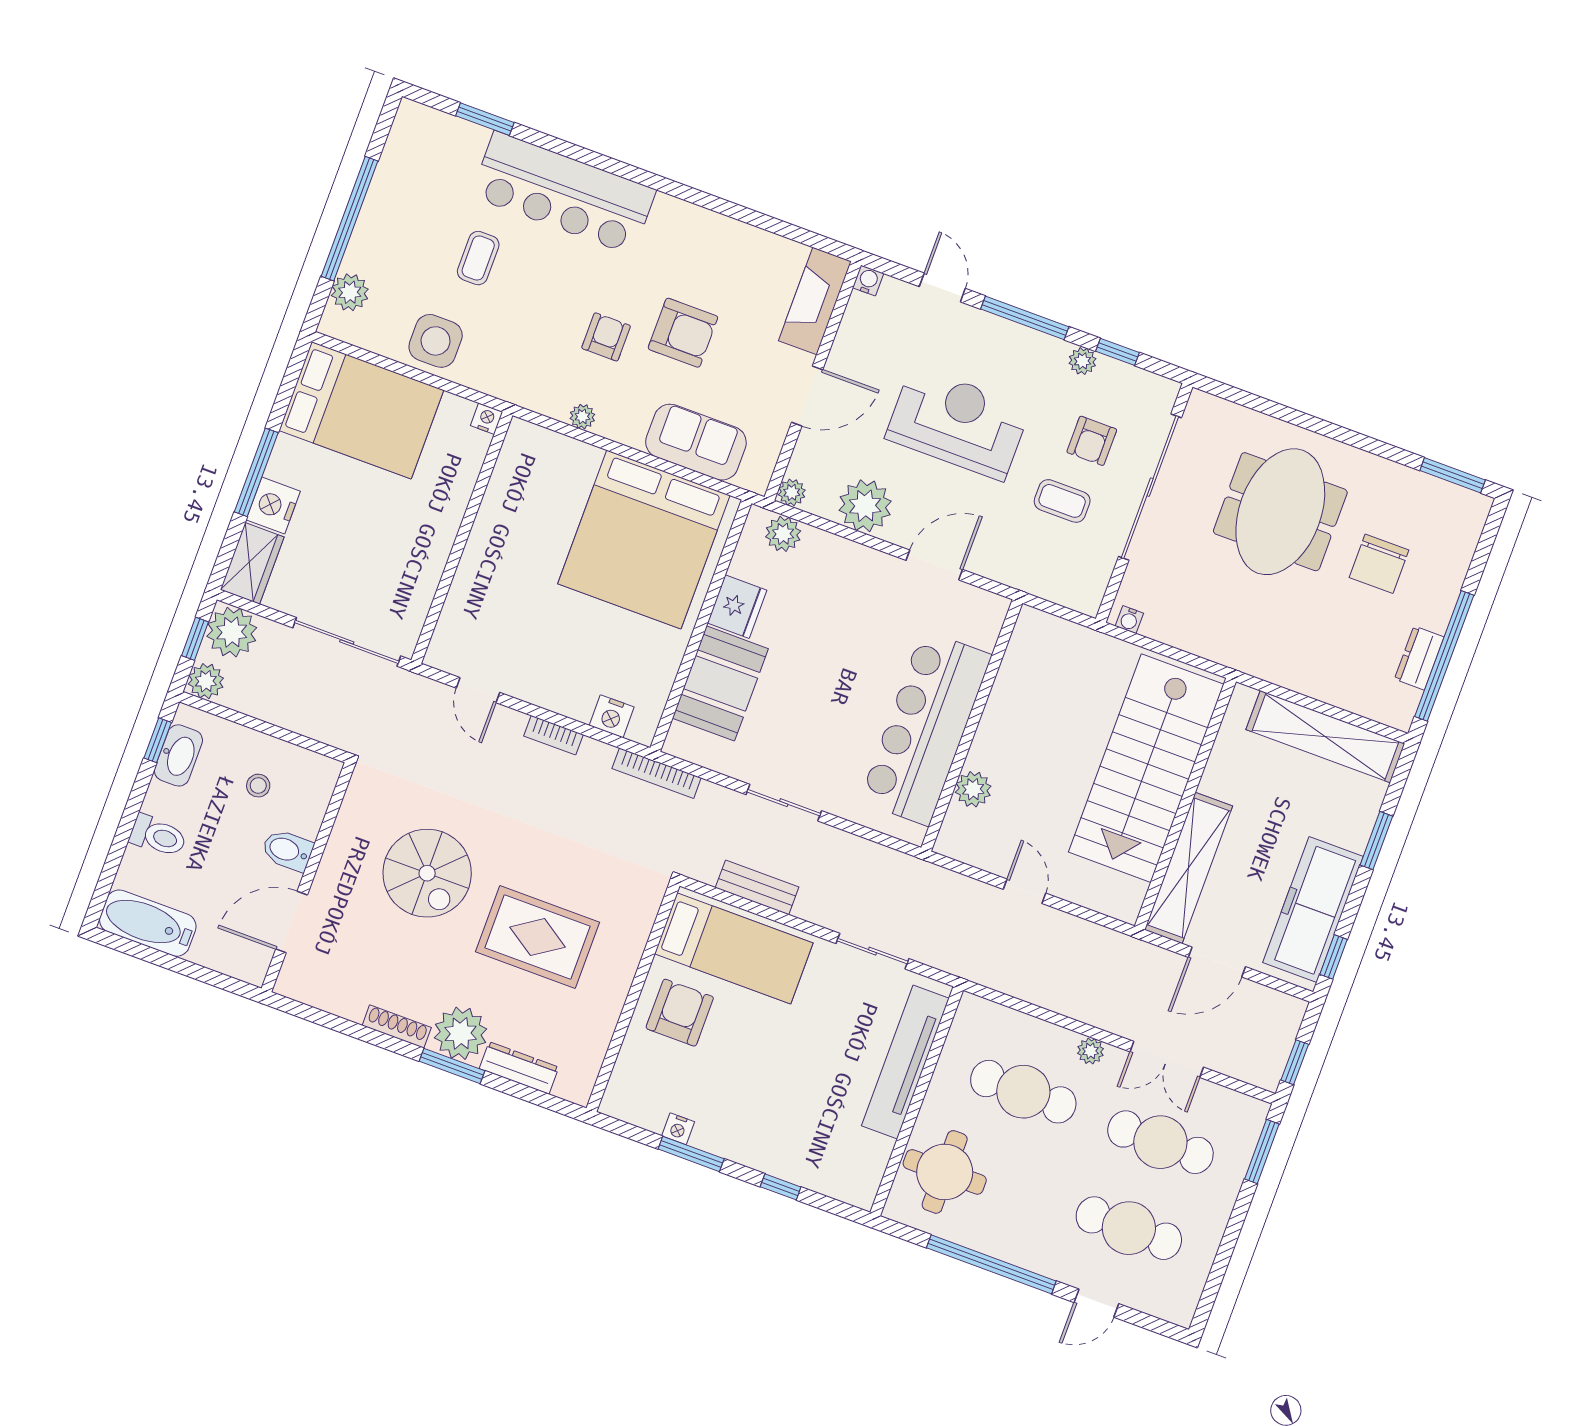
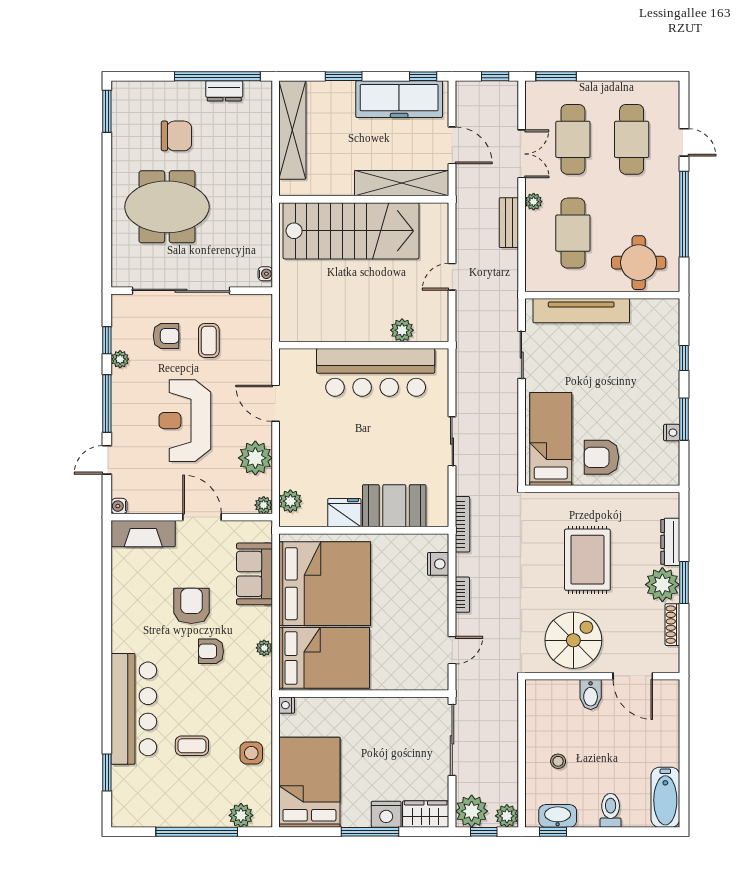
side table: (436, 341) -> (251, 753), width x0.73, depth x0.73
bed: (535, 499) -> (324, 658), added
bidet: (287, 850) -> (591, 695), moved
wall: (308, 877) -> (602, 676), moved
bench: (757, 887) -> (509, 223), moved
door: (292, 922) -> (633, 676), moved

